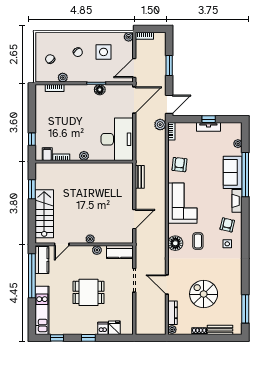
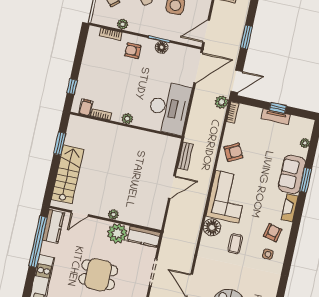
armchair: (76, 98) -> (133, 51), added
armchair: (179, 165) -> (233, 152), turned 56
window: (245, 175) -> (306, 180), width x0.47
door: (134, 219) -> (172, 187), moved
floor lamp: (175, 243) -> (212, 227), moved
plant: (97, 250) -> (117, 233), width x1.87, depth x1.87

